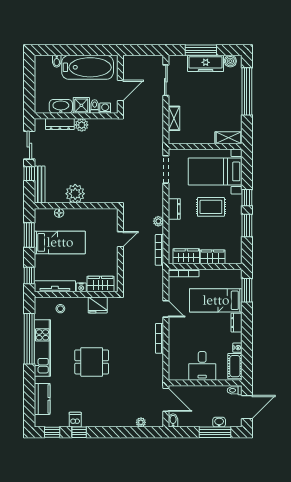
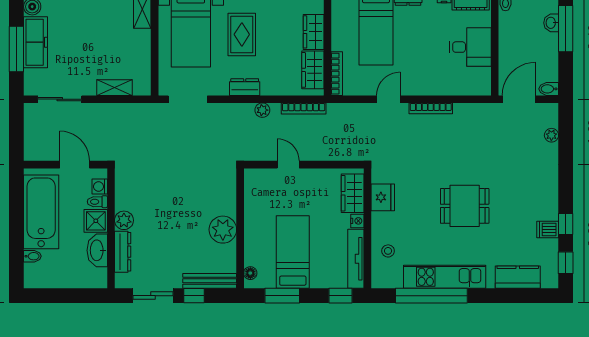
floor lamp: (59, 213) -> (250, 273), moved
dining table: (92, 362) -> (465, 206), turned 90

